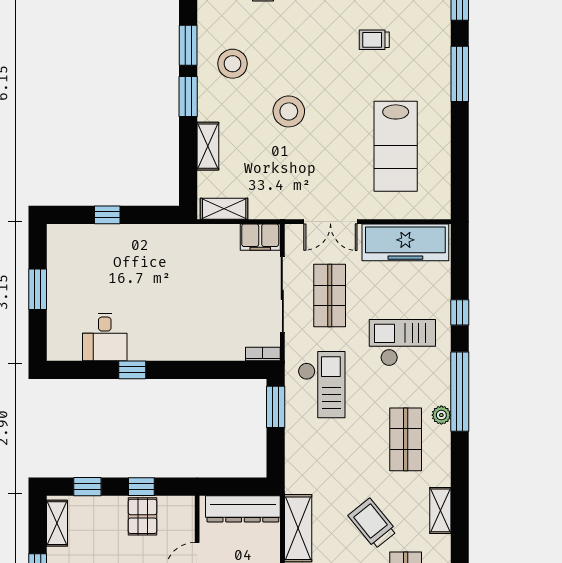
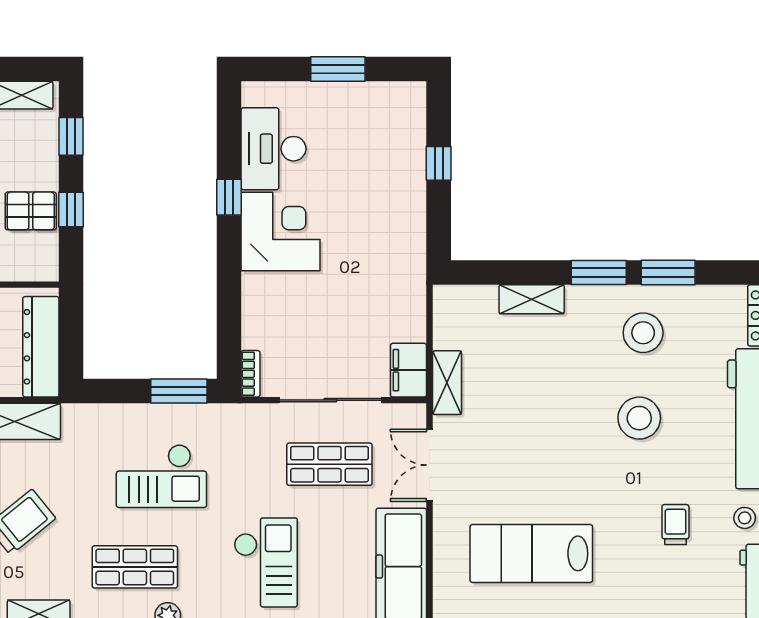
stool: (289, 111) -> (639, 418), moved
shelving: (224, 209) -> (447, 383), moved
corner desk: (158, 332) -> (280, 232), added
desk: (105, 337) -> (273, 149), width x1.37
checkout: (322, 385) -> (161, 476), moved

